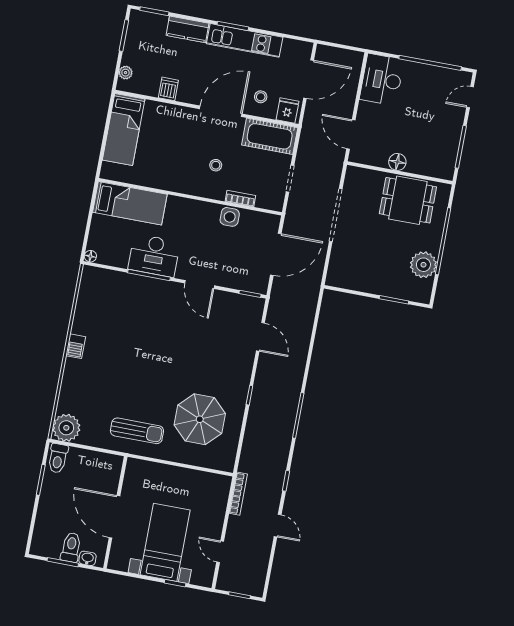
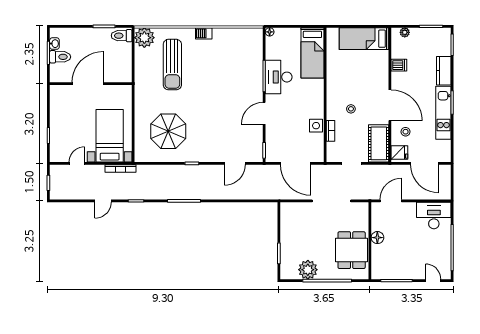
sun lounger: (137, 431) -> (172, 65), moved, width x1.36, depth x1.34
bed with nightstands: (165, 542) -> (110, 136), moved, turned -90
washbasin: (88, 558) -> (54, 44), moved

